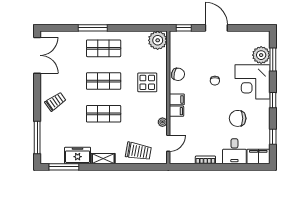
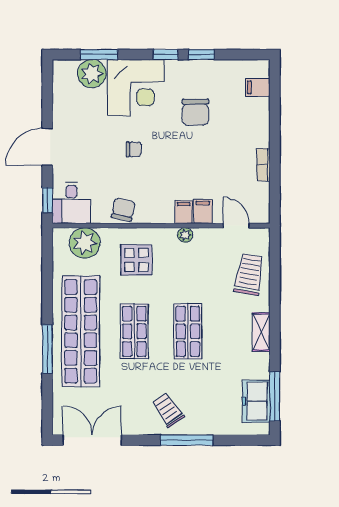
plant: (158, 40) -> (85, 243), moved
shop shelf: (104, 48) -> (81, 331), width x2.00, depth x1.36
filing cabinet: (177, 99) -> (203, 211), moved
plant: (162, 122) -> (185, 235), moved
window: (273, 137) -> (201, 54), moved
window: (37, 138) -> (187, 440), moved
desk: (234, 151) -> (72, 203), moved, turned 90
freezer: (78, 156) -> (256, 401), moved
filing cabinet: (258, 156) -> (258, 87), width x0.50

